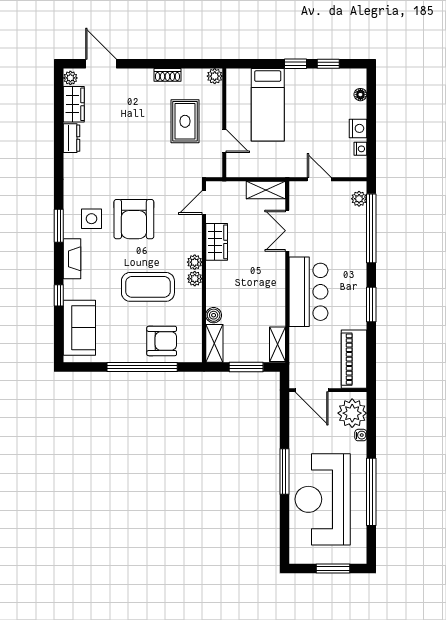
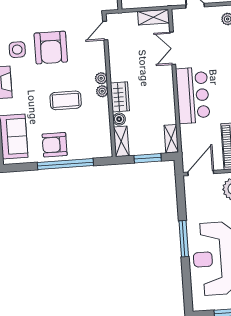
wardrobe: (217, 242) -> (120, 97), moved
coffee table: (148, 287) -> (66, 100), width x0.73, depth x0.76
armchair: (162, 341) -> (55, 145), moved, turned 180
door: (312, 390) -> (201, 173), swing flipped

